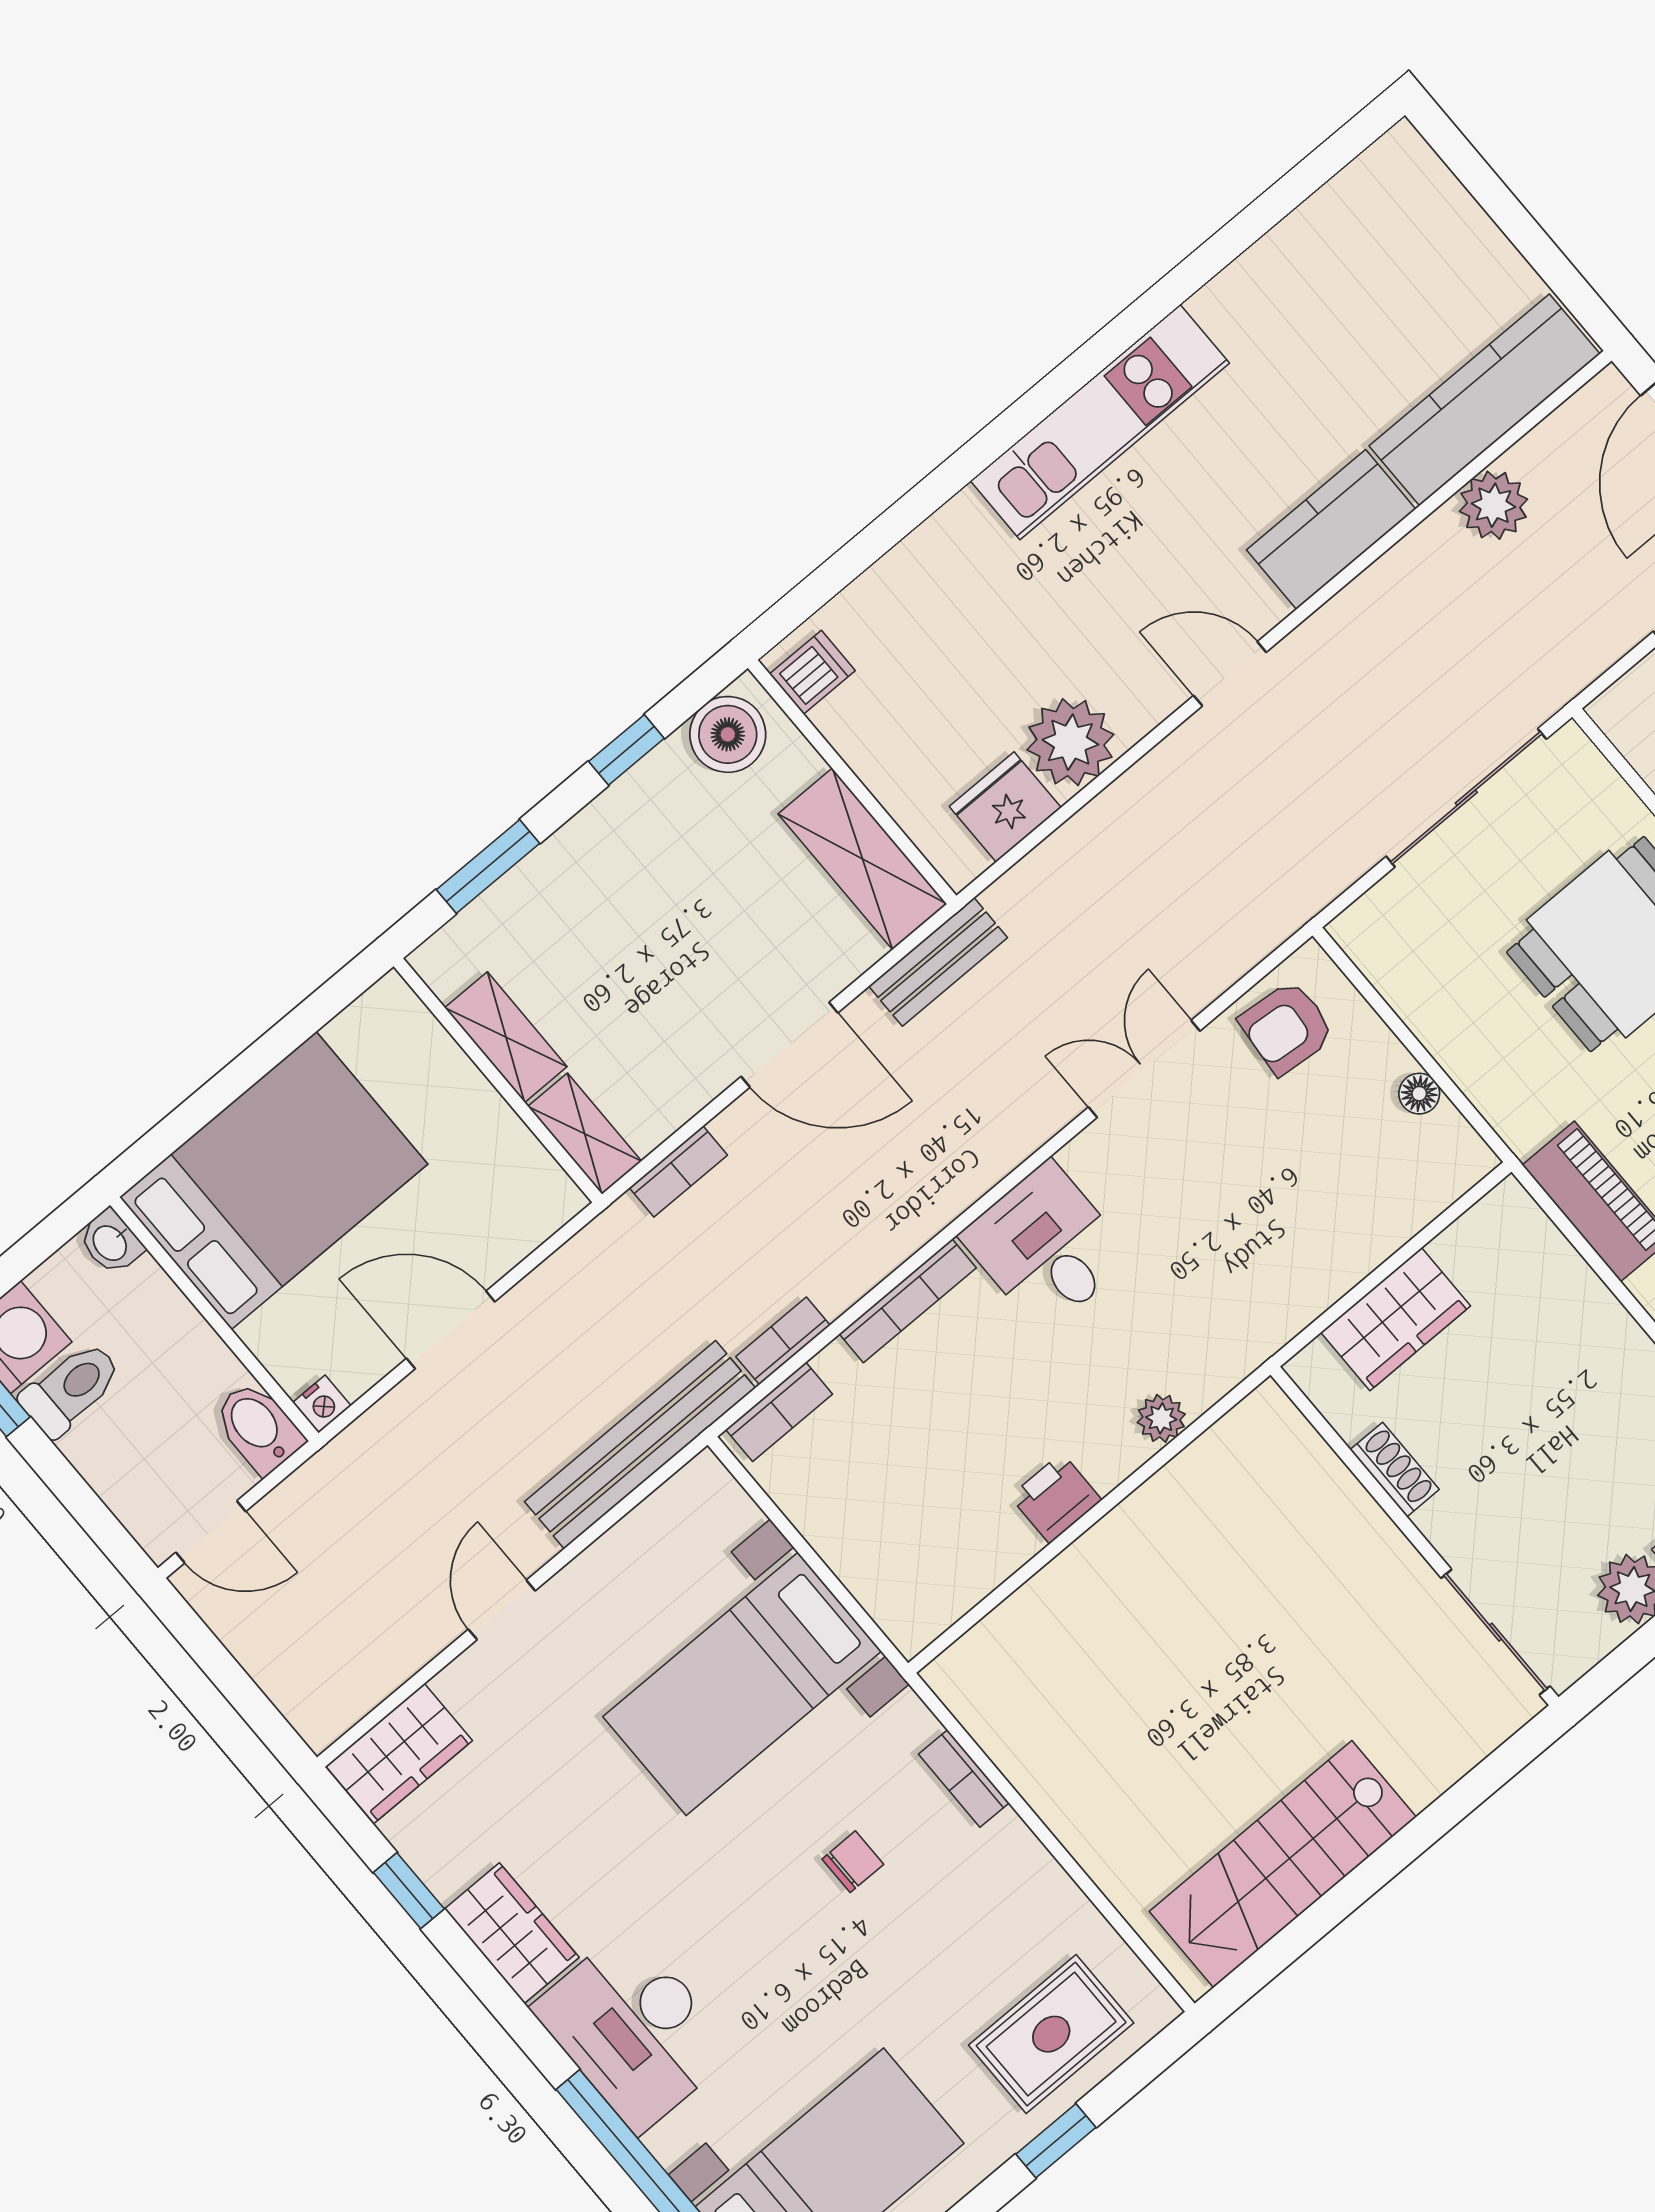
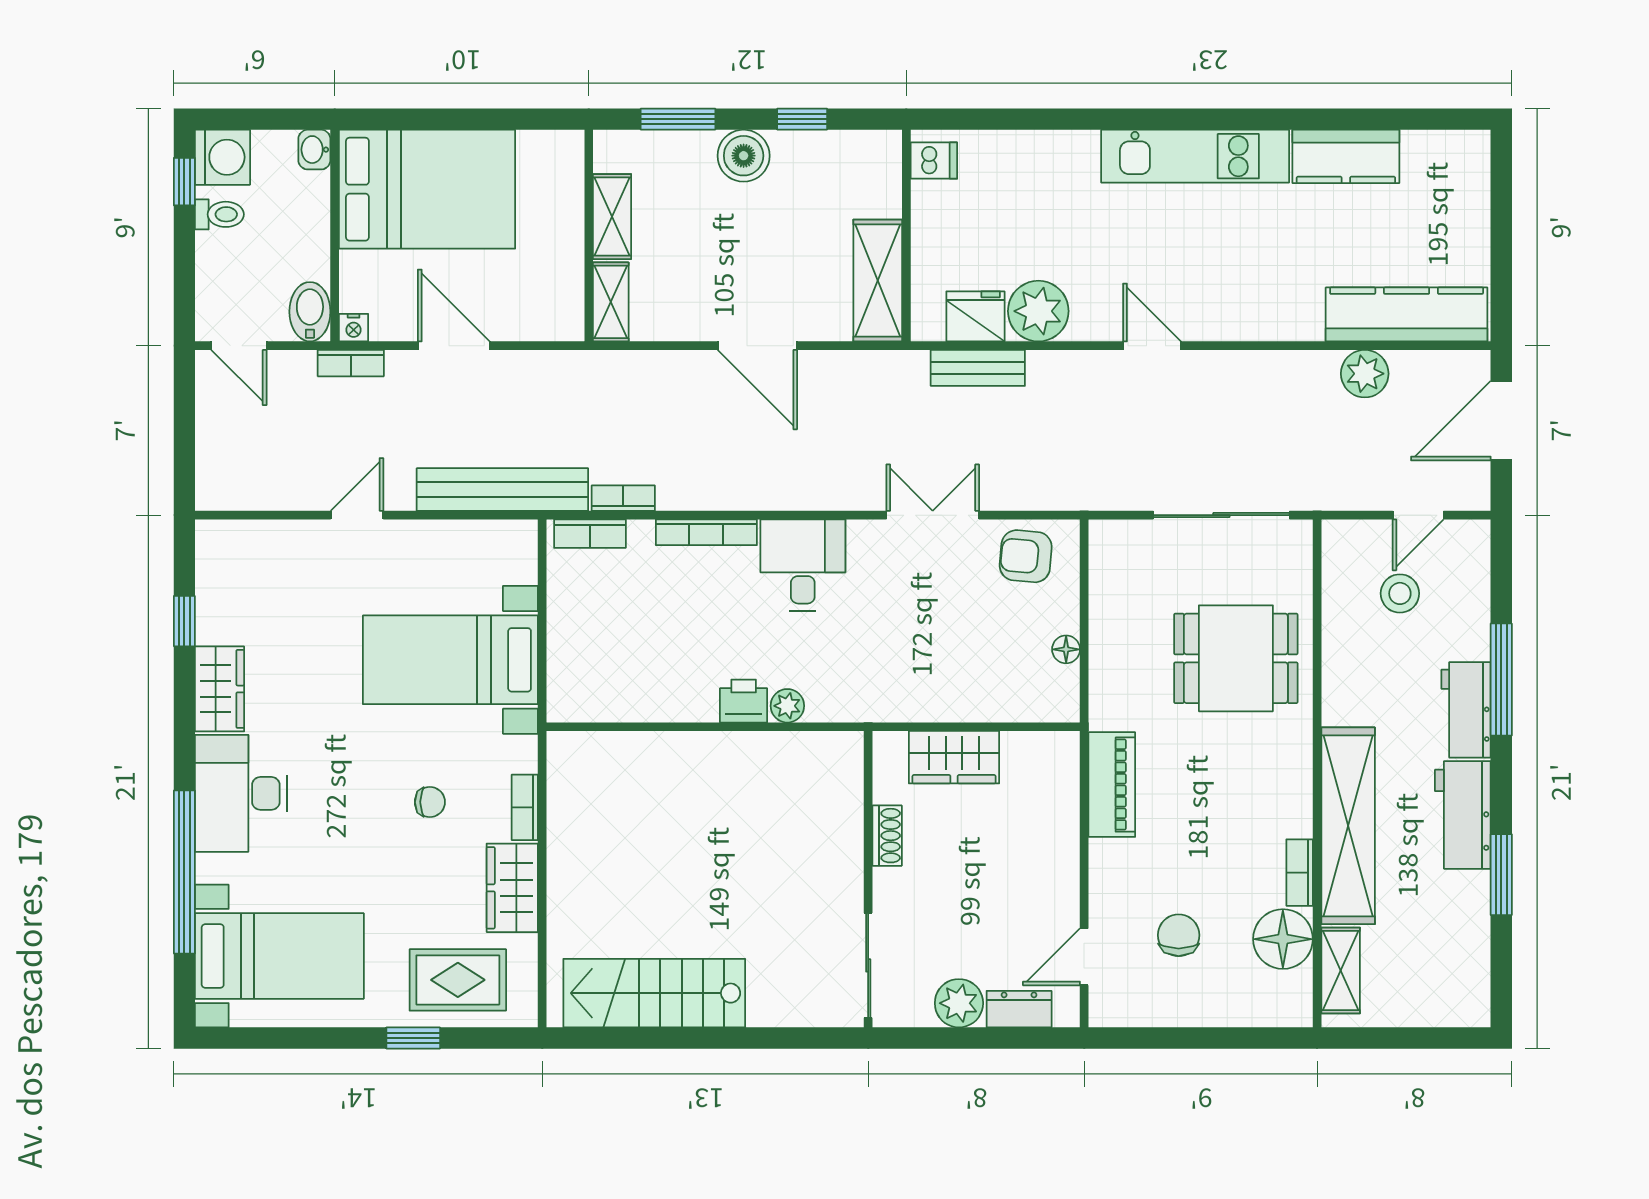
kitchen counter: (1331, 530) -> (1346, 156), moved, turned 180
boiler: (728, 734) -> (744, 156), moved
bench: (938, 962) -> (978, 368), moved
bookcase: (678, 1171) -> (351, 363), moved
toilet: (71, 1389) -> (219, 214), width x0.73, depth x0.72
printer: (1056, 1498) -> (744, 701), moved
wardrobe: (399, 1753) -> (512, 888), moved, turned 90

